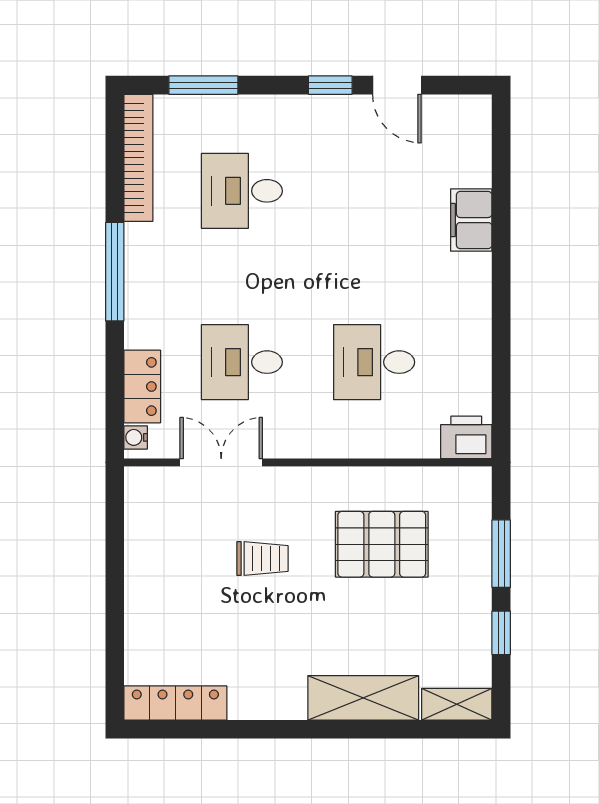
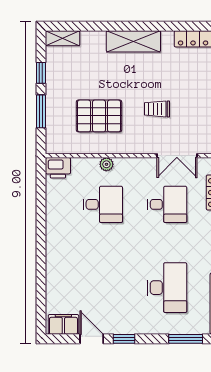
desk: (242, 191) -> (167, 288), width x1.37
filing cabinet: (471, 220) -> (63, 324), moved, turned -90
plant: (366, 445) -> (106, 164), added
shelving: (363, 698) -> (133, 41), moved

